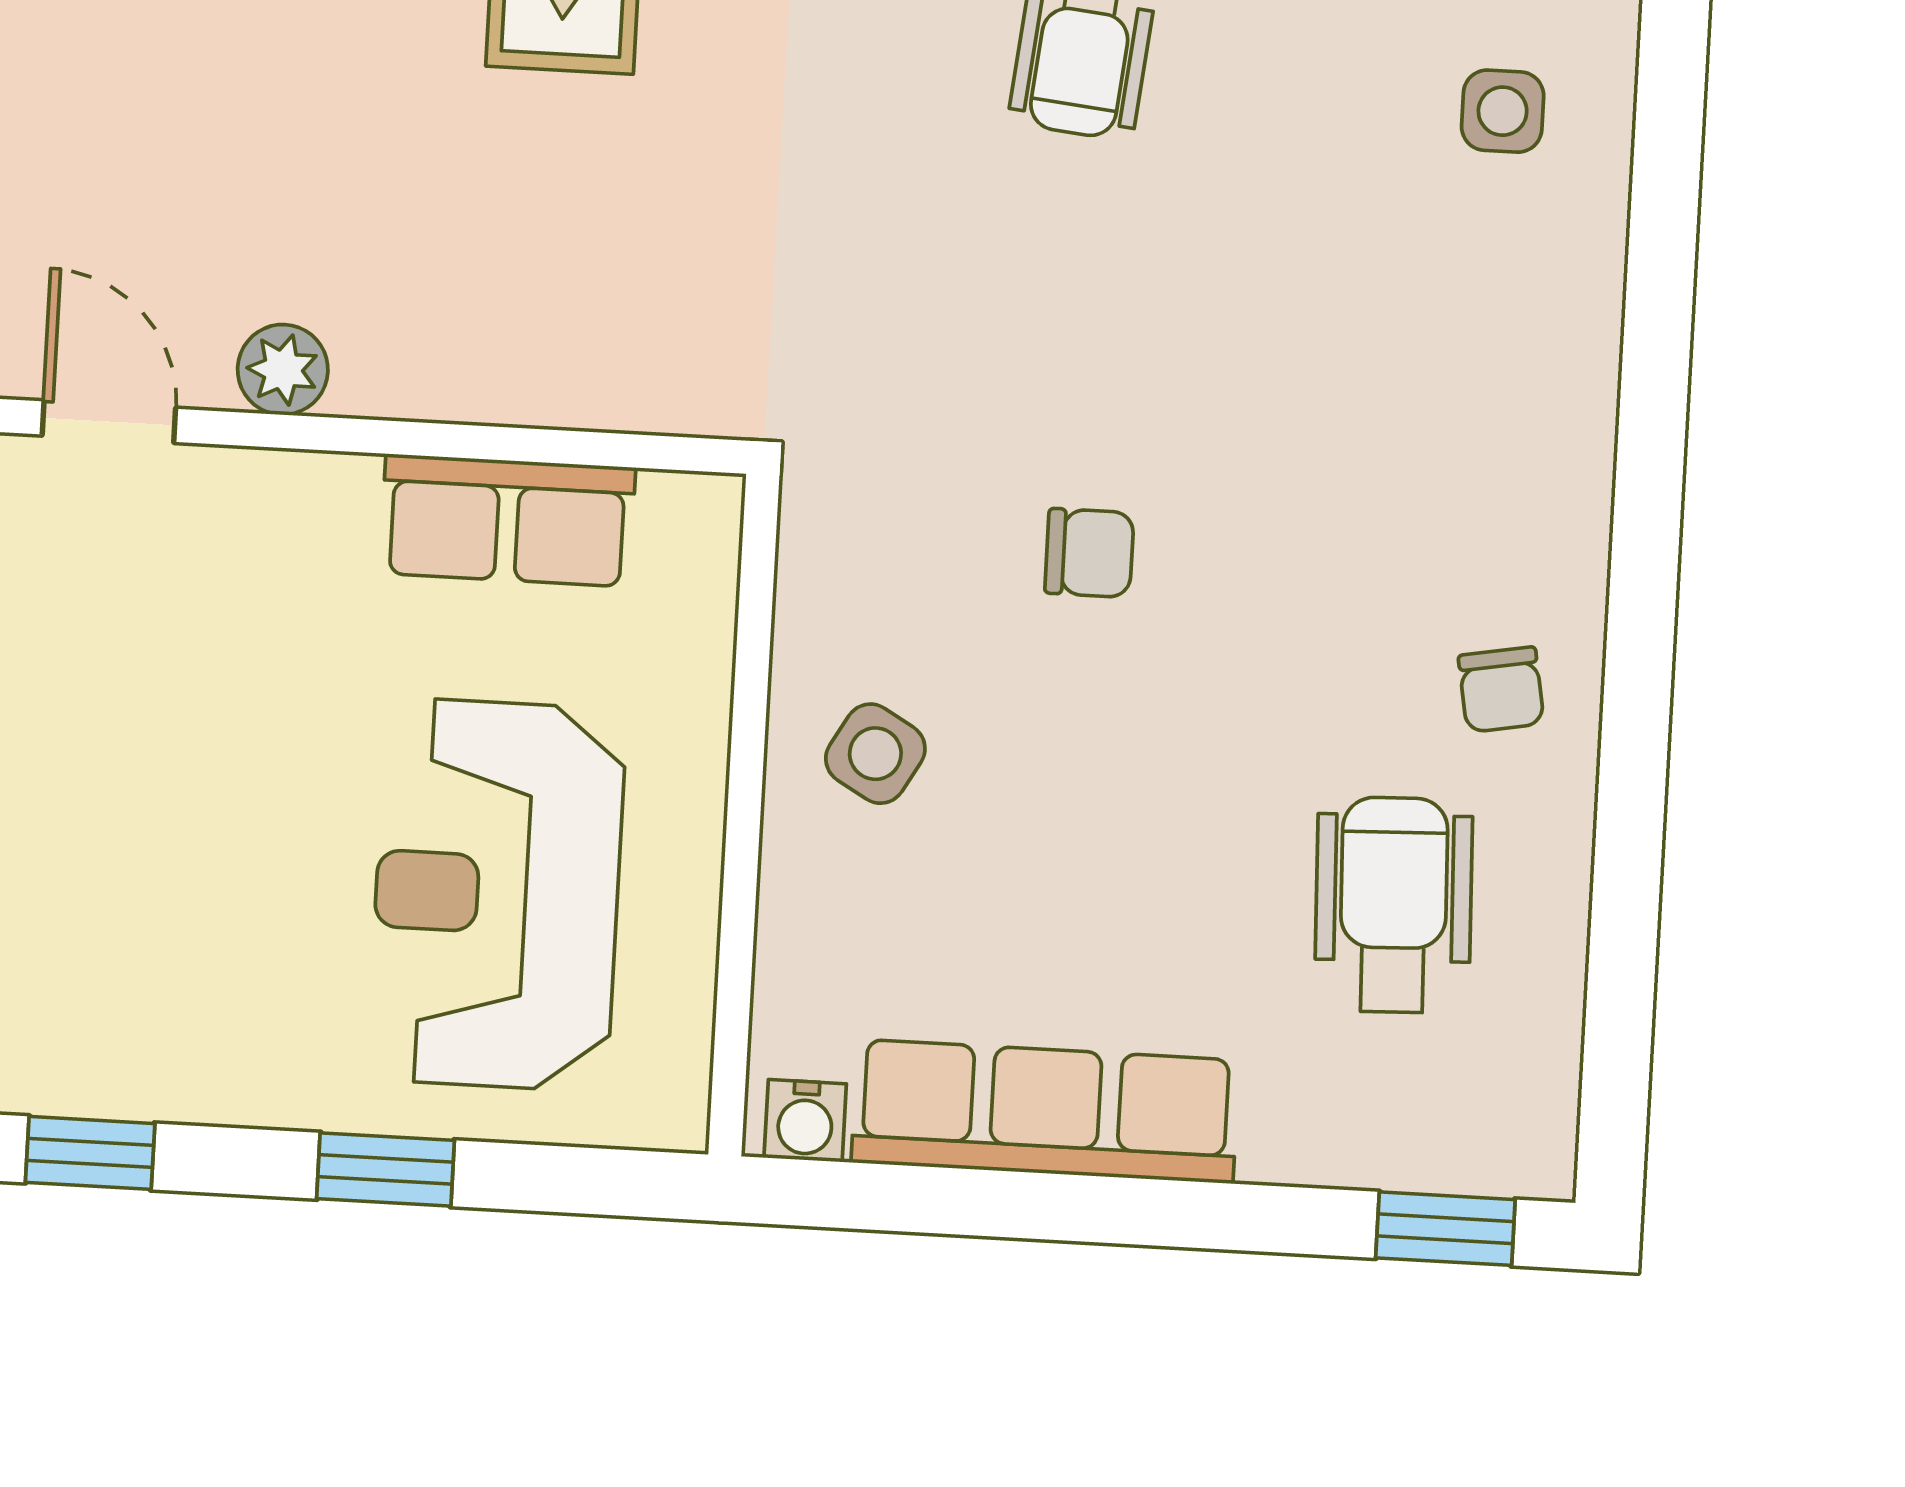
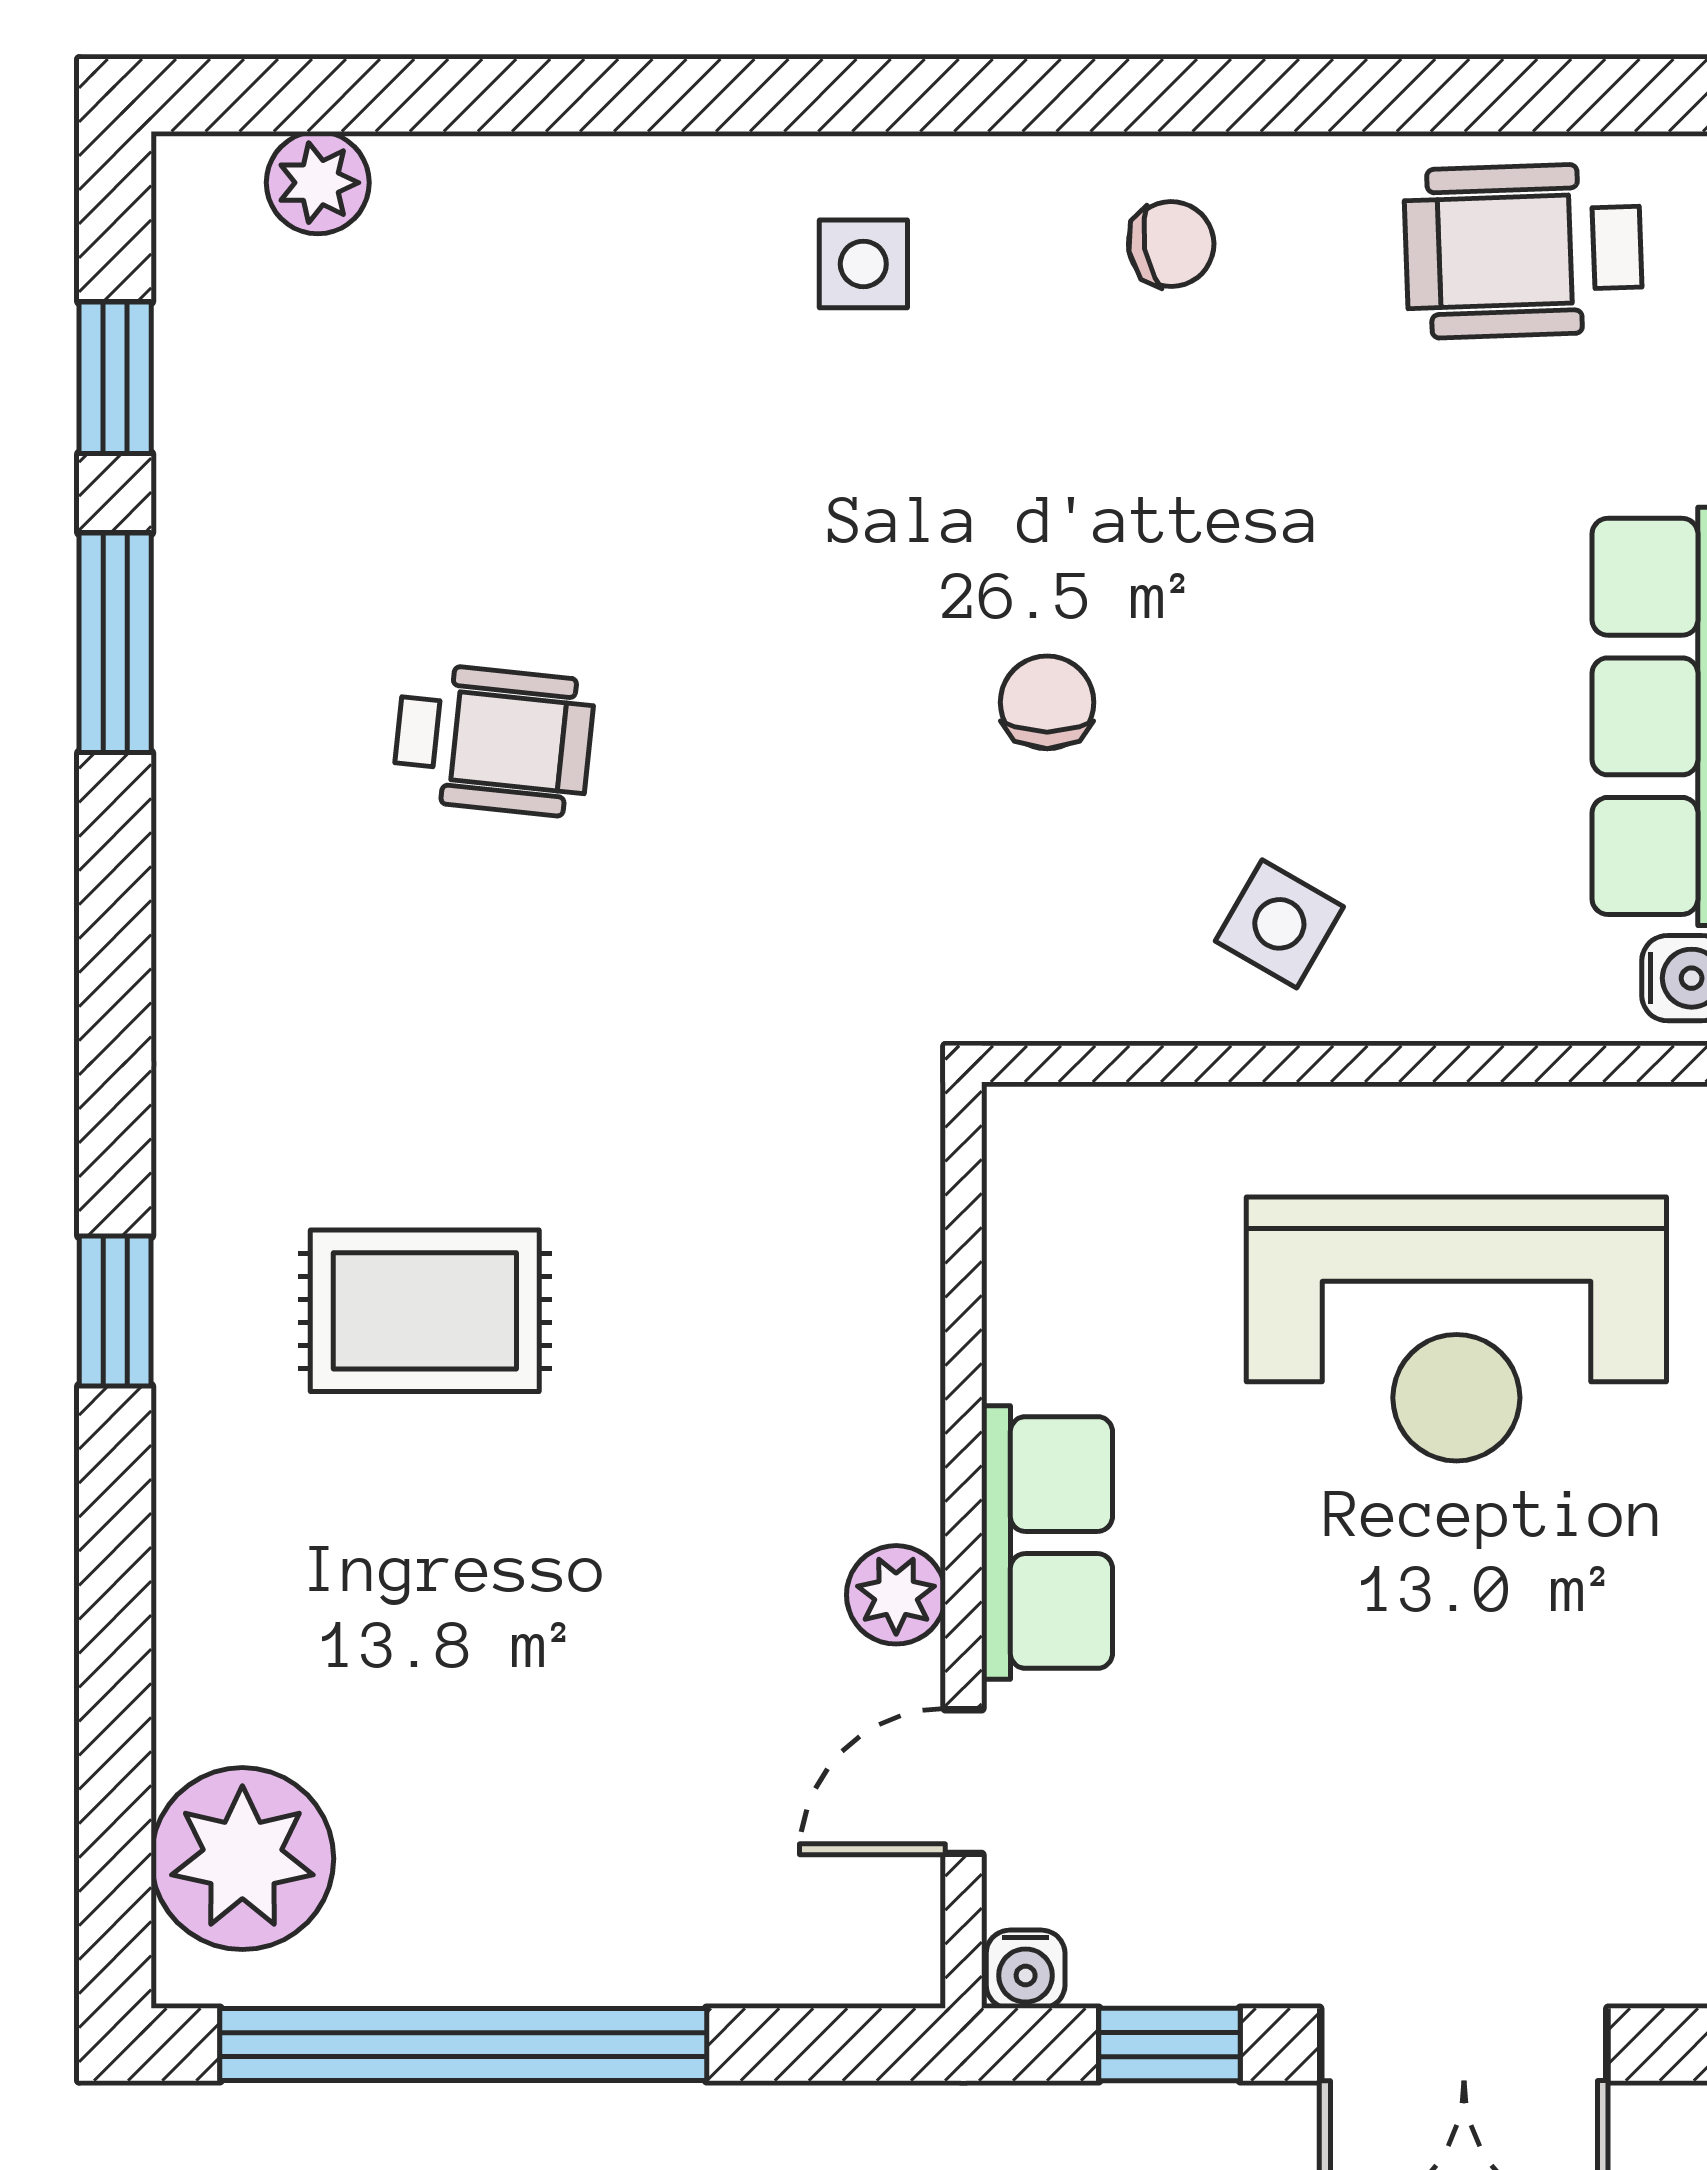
side table: (1503, 111) -> (863, 264), moved
row of seats: (508, 520) -> (1047, 1543), moved
wheelchair: (1394, 905) -> (1523, 251), moved

